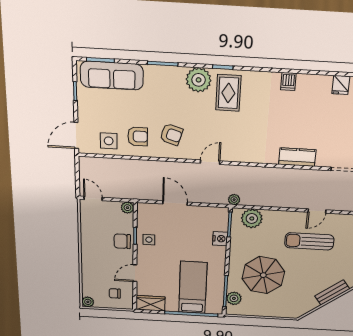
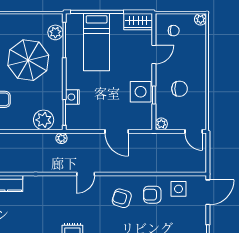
side table: (149, 240) -> (141, 92), width x1.87, depth x1.87
chair: (122, 241) -> (180, 89), moved

